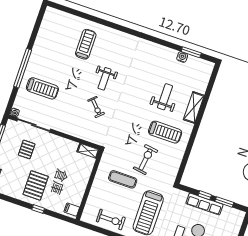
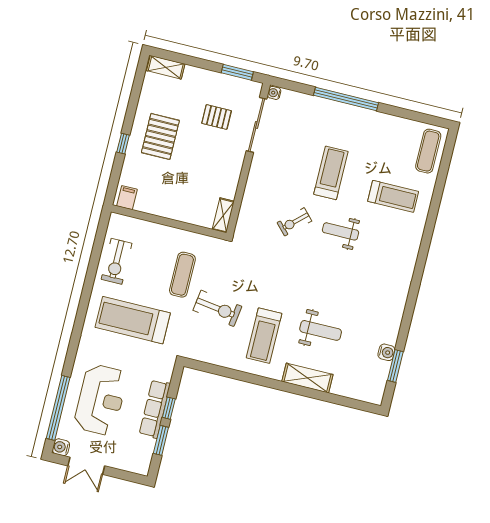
exercise mat: (60, 20) -> (428, 151), added
treadmill: (42, 88) -> (331, 173), moved, turned 180
pallet: (36, 185) -> (160, 136), turned 90

